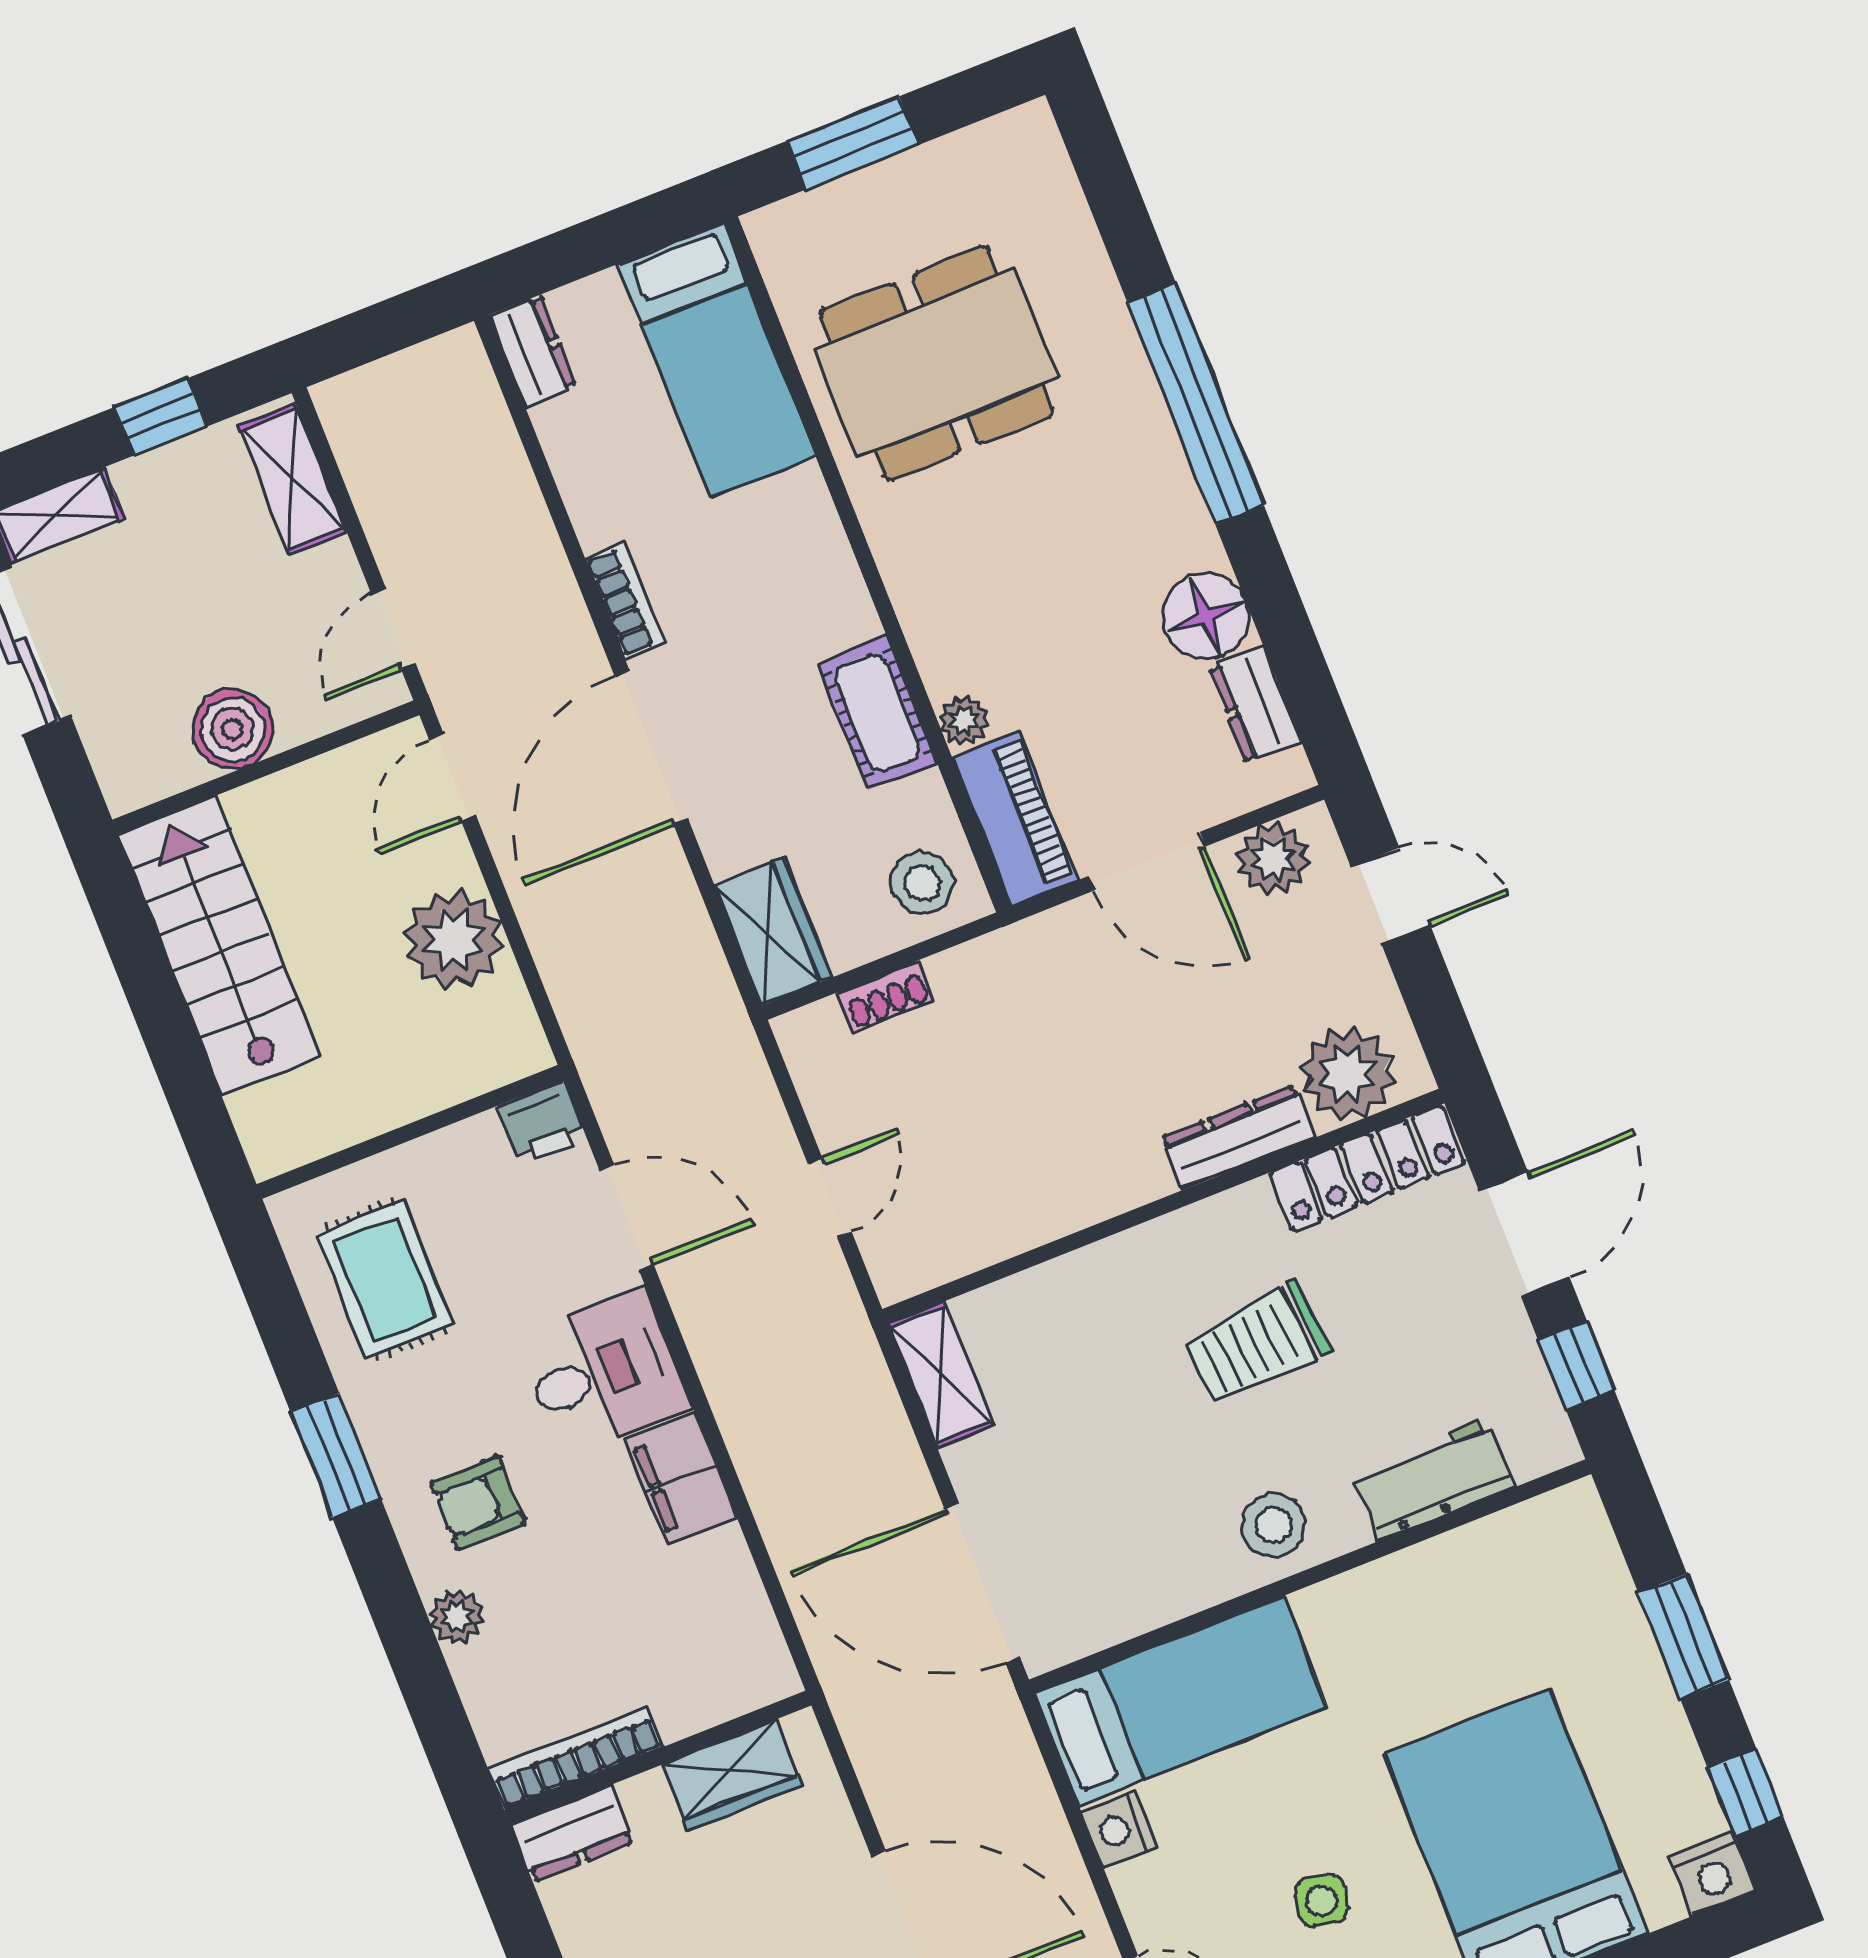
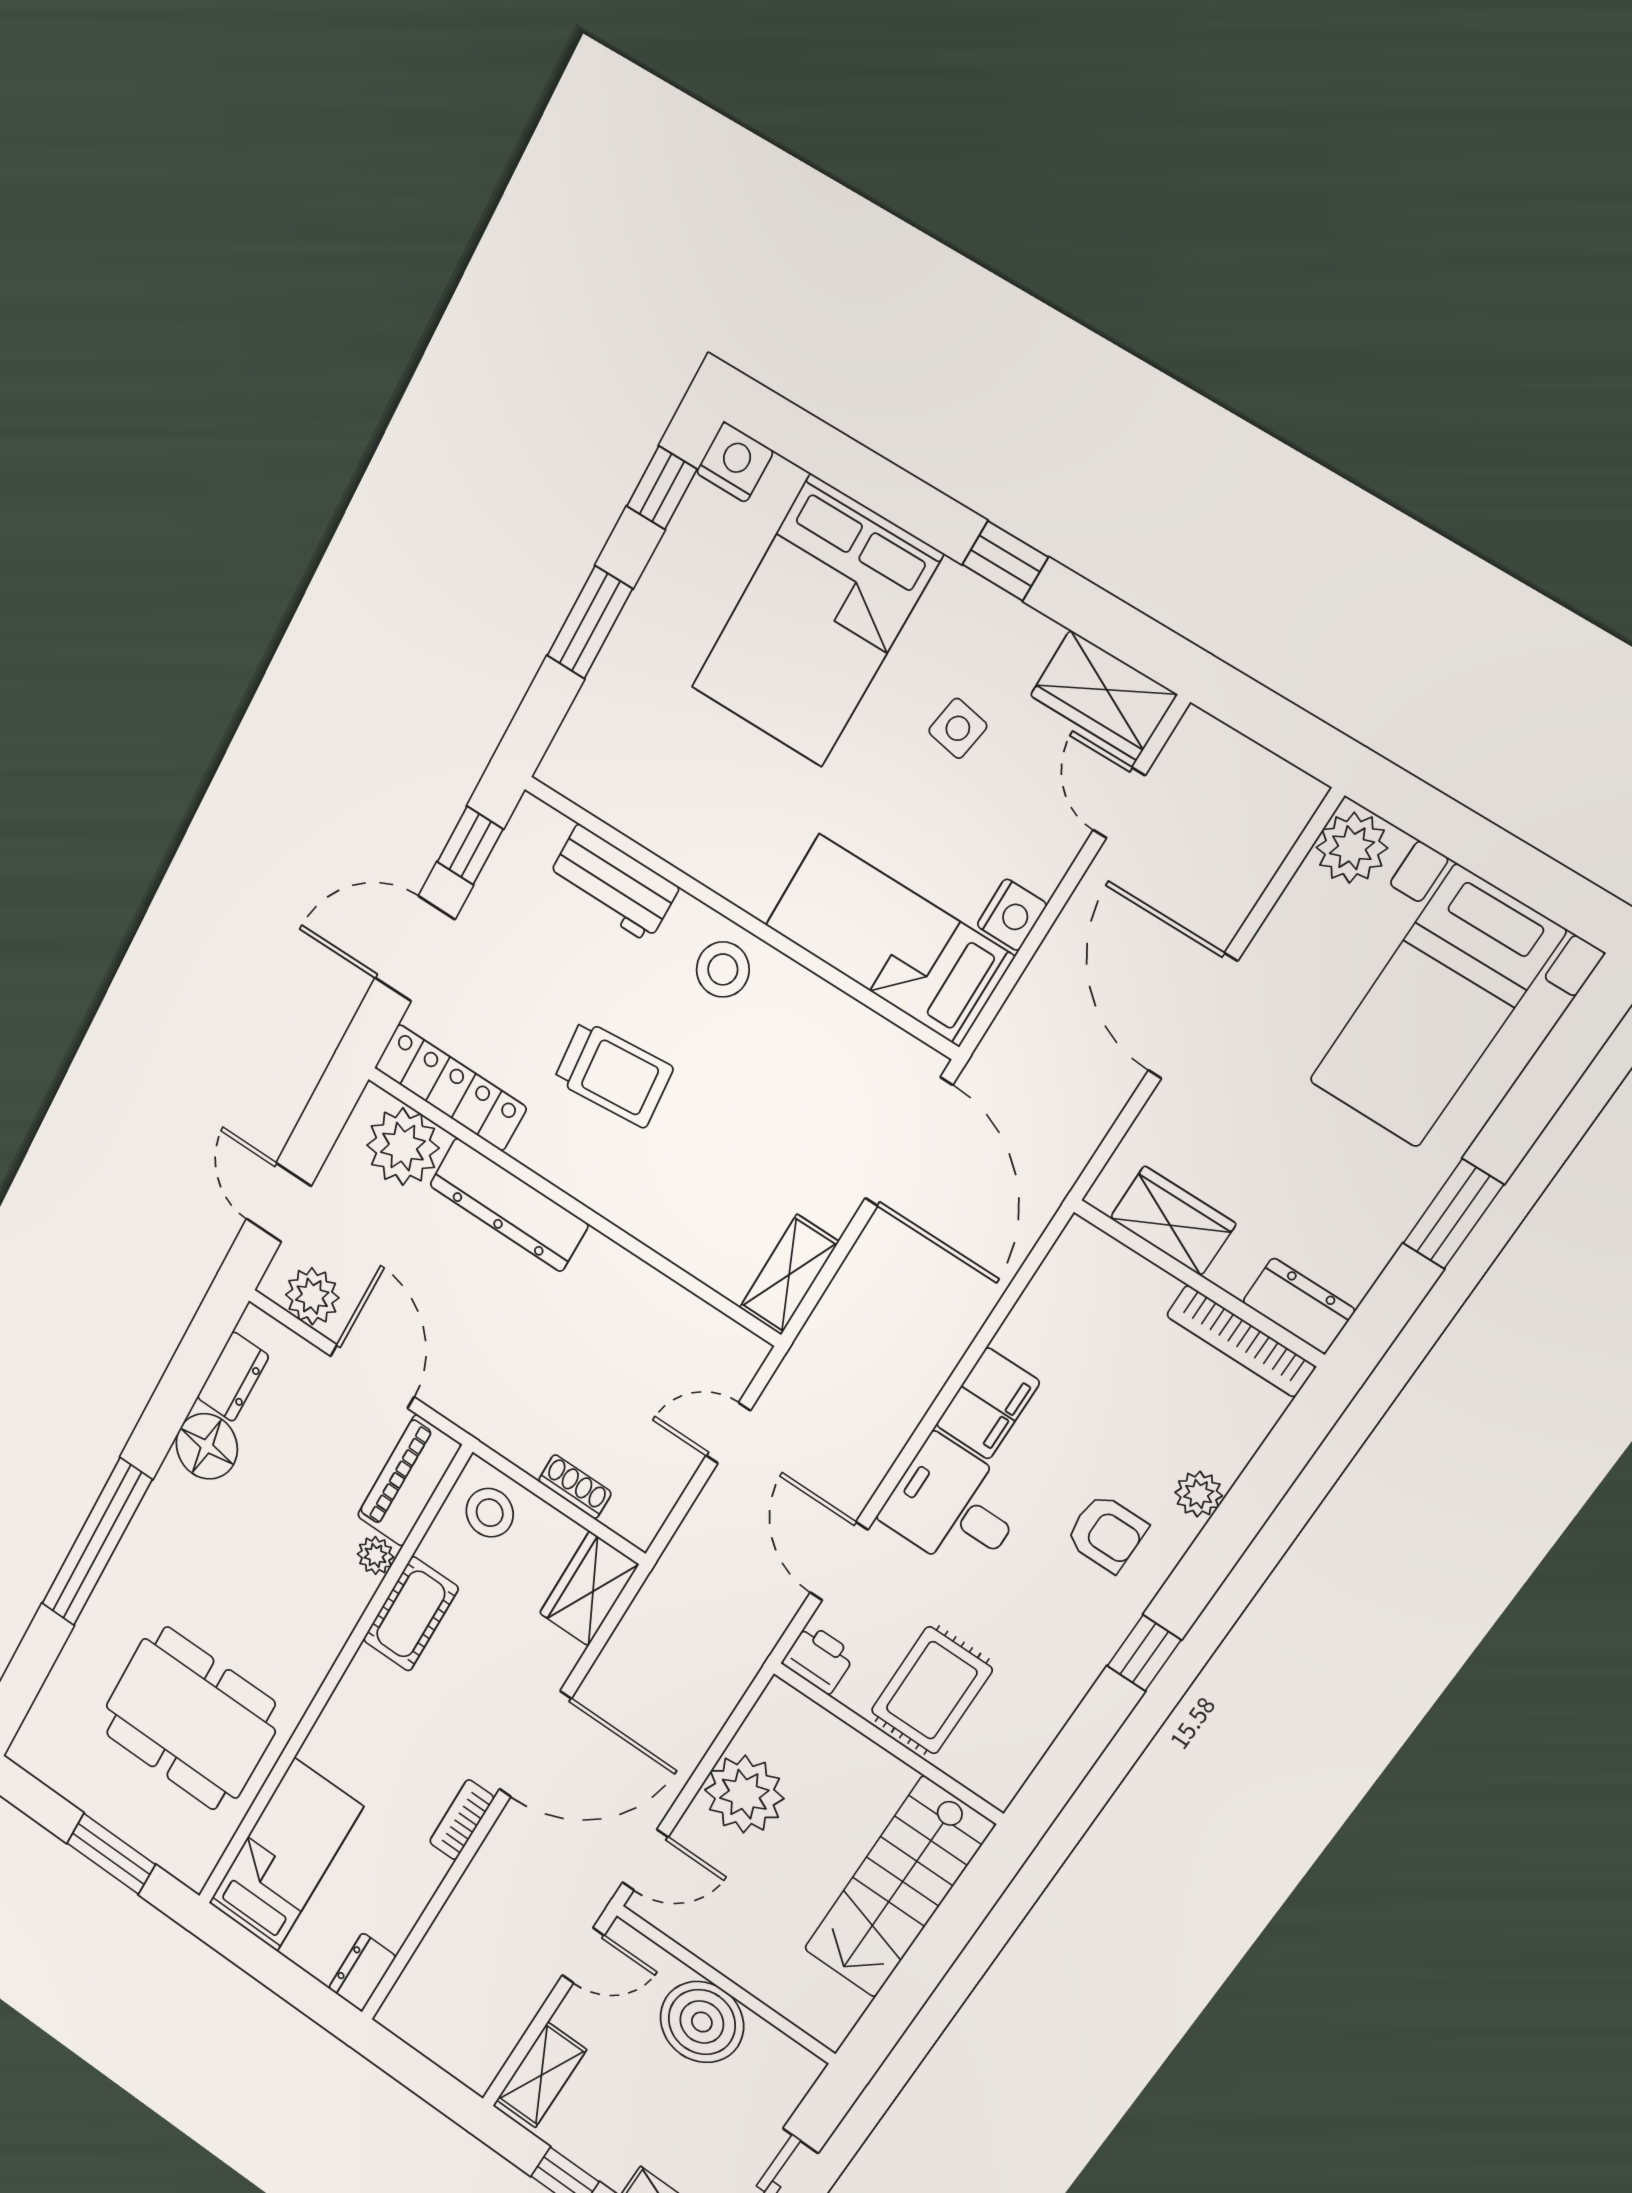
boiler: (233, 729) -> (702, 2022), width x1.37, depth x1.37
stairs: (219, 946) -> (899, 1887), moved
dresser: (1238, 1138) -> (509, 1205), width x1.37, depth x1.24
rug: (385, 1280) -> (932, 1690), moved
window: (336, 1456) -> (1144, 1653), width x0.67

